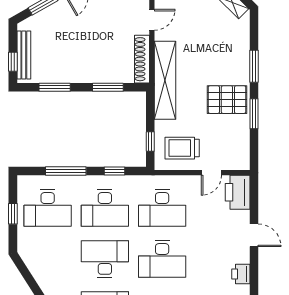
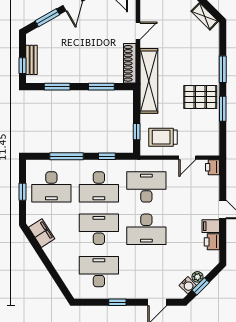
bench: (24, 55) -> (32, 60), width x0.73
printer: (238, 192) -> (212, 167), width x0.53, depth x0.68
desk: (162, 208) -> (146, 187), turned 180
filing cabinet: (240, 255) -> (211, 226), added
filing cabinet: (36, 263) -> (42, 233), added

